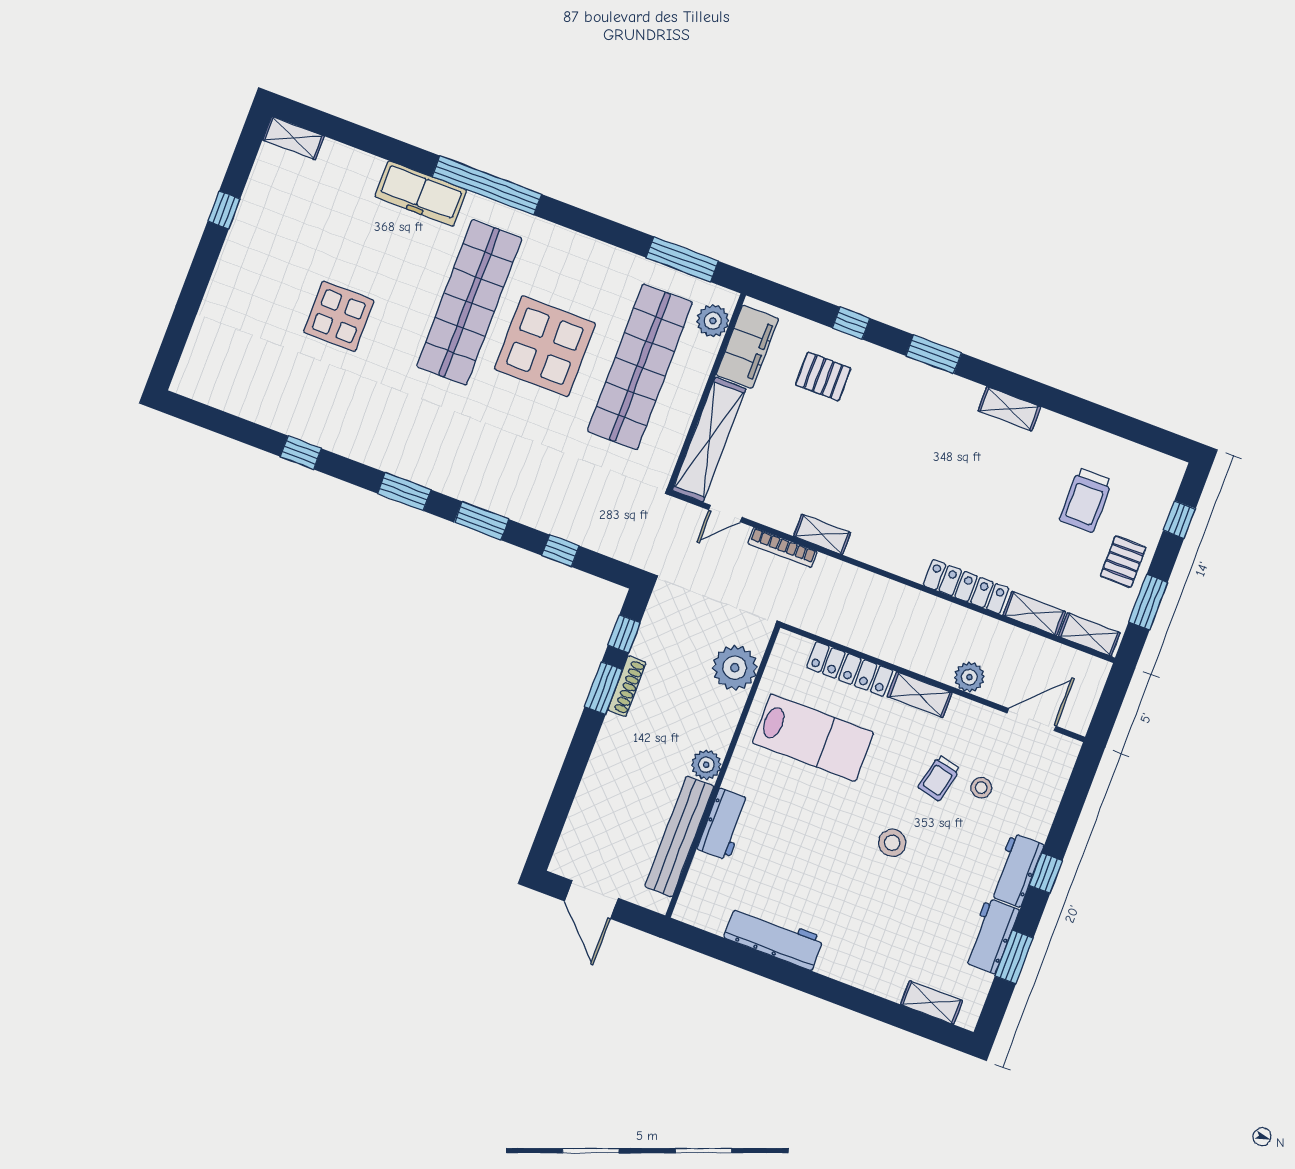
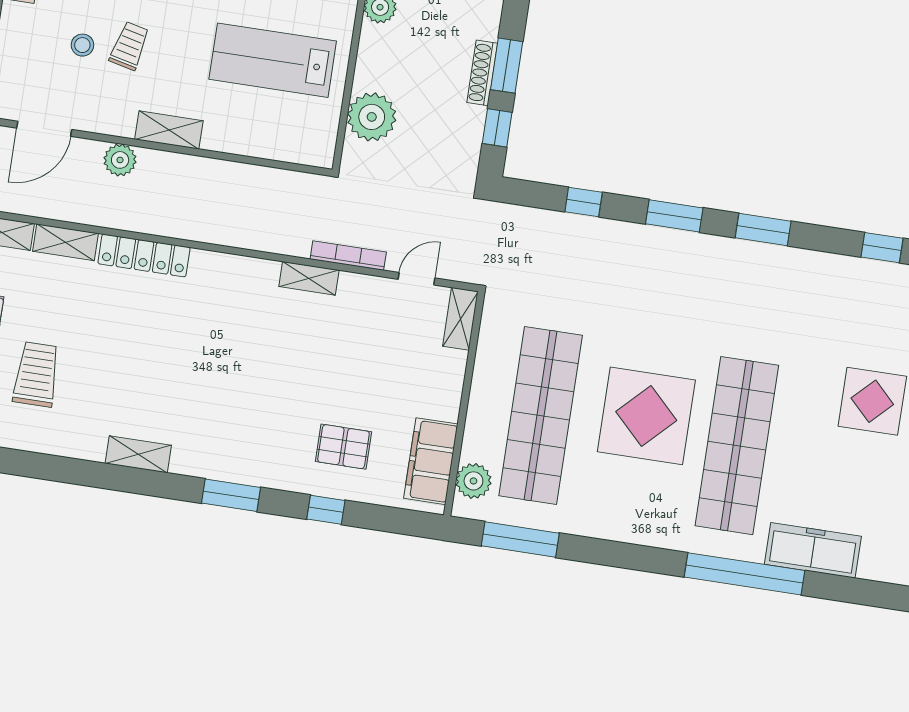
shelving: (709, 440) -> (460, 319), width x0.45, depth x0.75
locker: (850, 669) -> (249, 142), removed

